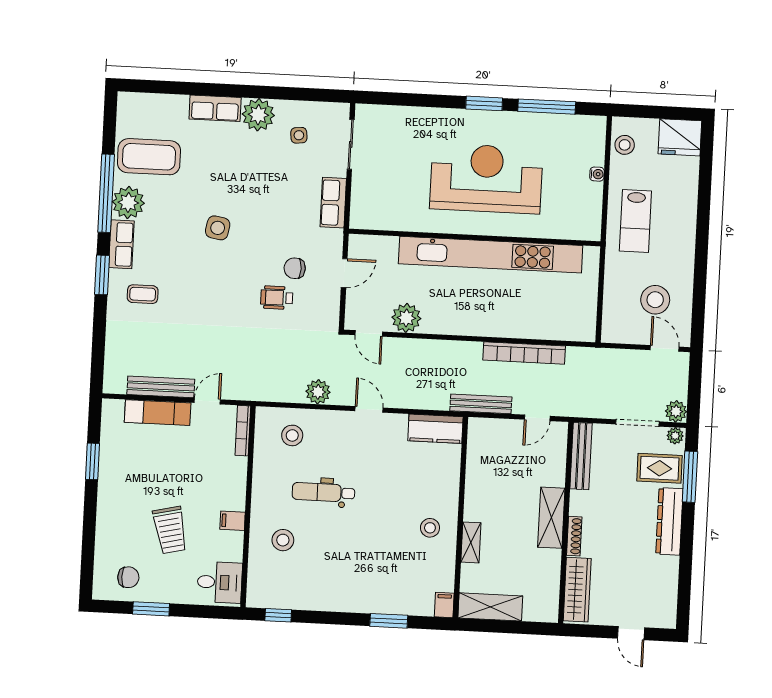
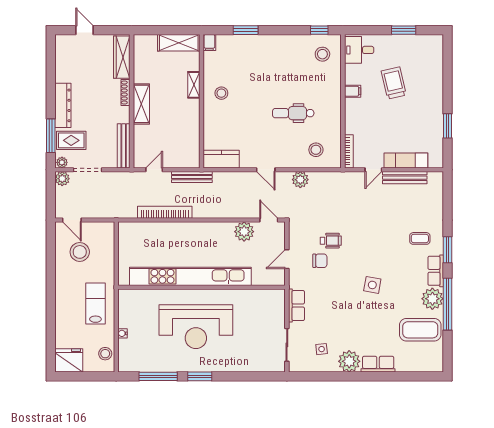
dental chair: (323, 492) -> (293, 113), turned 180
stool: (283, 540) -> (322, 54), moved
chair: (128, 577) -> (420, 50), removed

